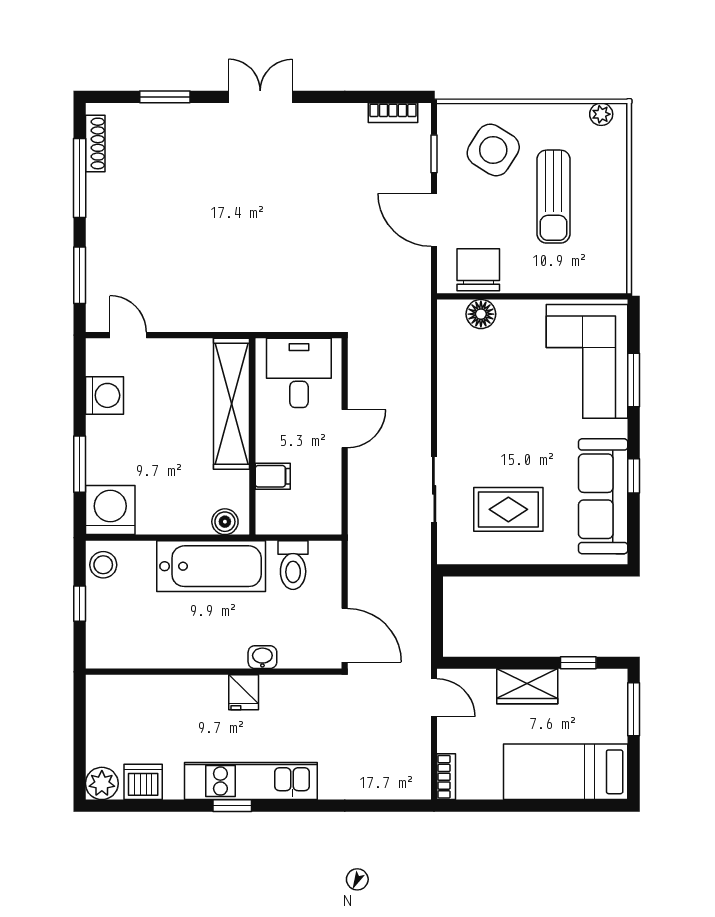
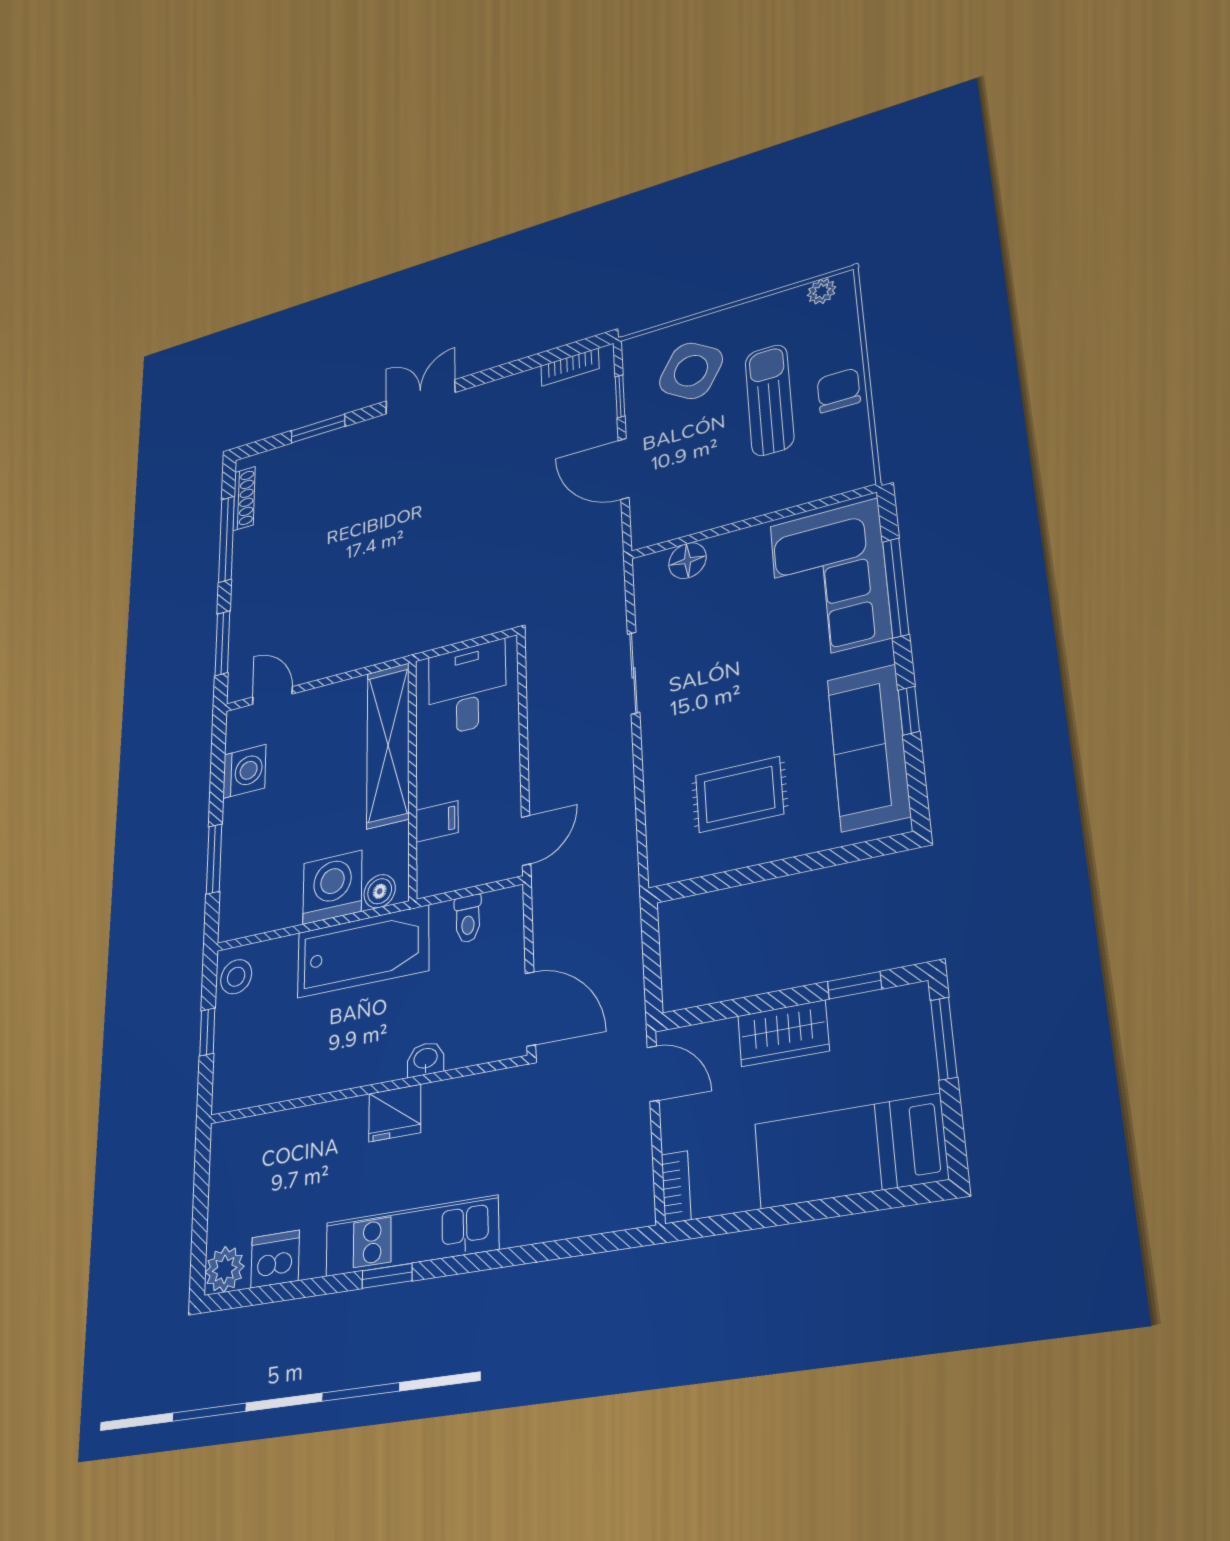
sun lounger: (553, 197) -> (769, 400), turned 180
chair: (478, 270) -> (839, 390), moved, width x0.73, depth x0.73
window: (634, 380) -> (896, 588), width x1.44
door: (345, 429) -> (526, 840), moved
sliding door: (434, 490) -> (634, 673), moved
washing machine: (110, 510) -> (332, 887), moved
toilet: (293, 565) -> (468, 919), width x0.73, depth x0.72
fridge: (244, 692) -> (395, 1113), width x1.38

